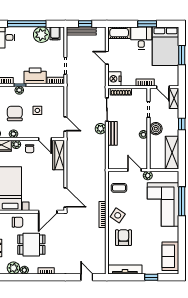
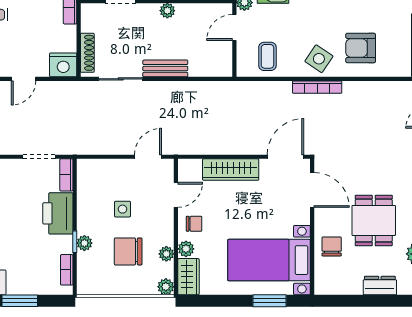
plant: (101, 129) -> (157, 91), removed
wardrobe: (59, 155) -> (231, 170), moved

